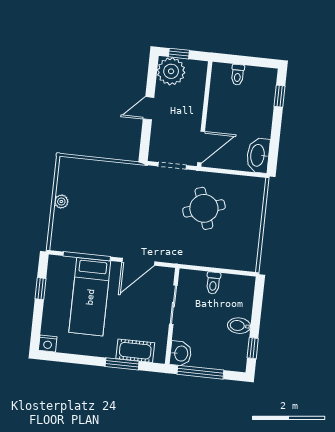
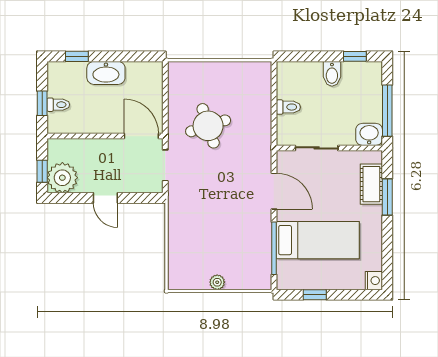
window: (240, 60) -> (42, 103), added
washbasin: (258, 155) -> (106, 73), moved

